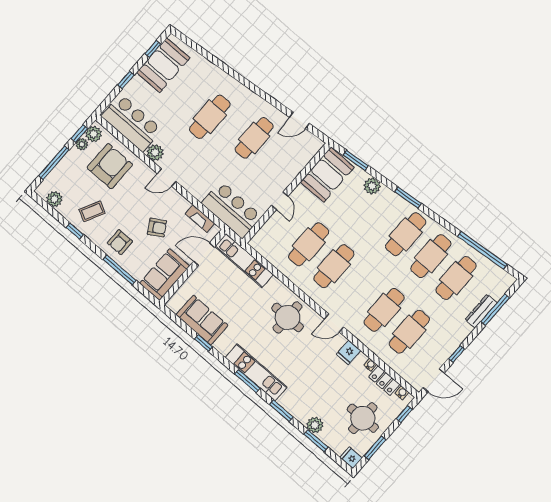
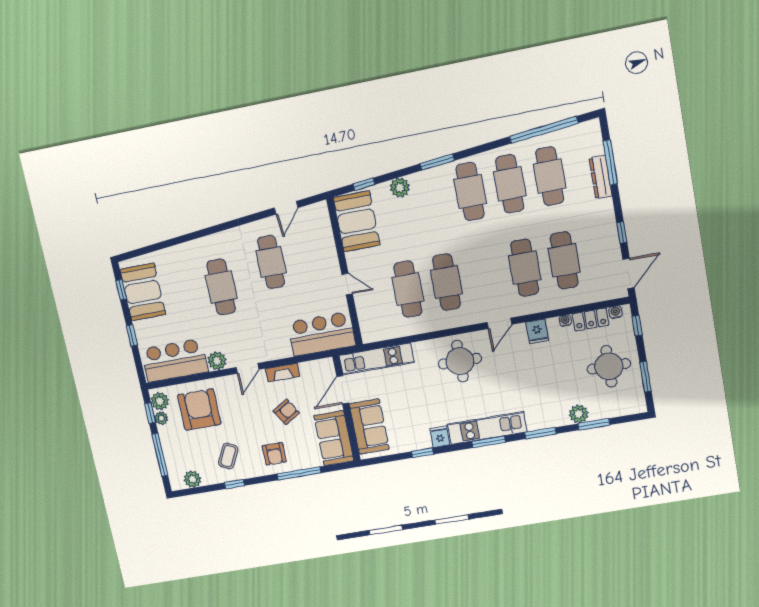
window: (356, 160) -> (364, 184), width x0.67
fireplace: (200, 218) -> (282, 373), moved
sofa: (202, 320) -> (369, 427), moved, turned 90
fridge: (351, 458) -> (440, 437), moved, turned 90

